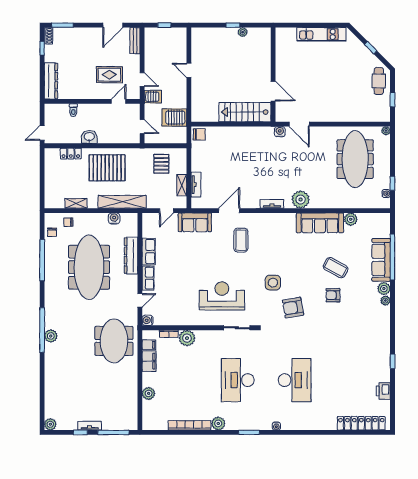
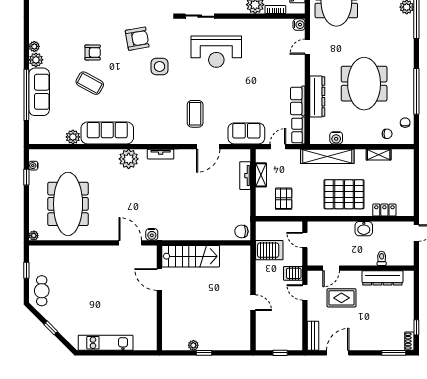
dresser: (51, 81) -> (382, 278), moved, turned -90
meeting table: (89, 267) -> (364, 84), width x0.73
row of seats: (148, 278) -> (298, 131), moved

